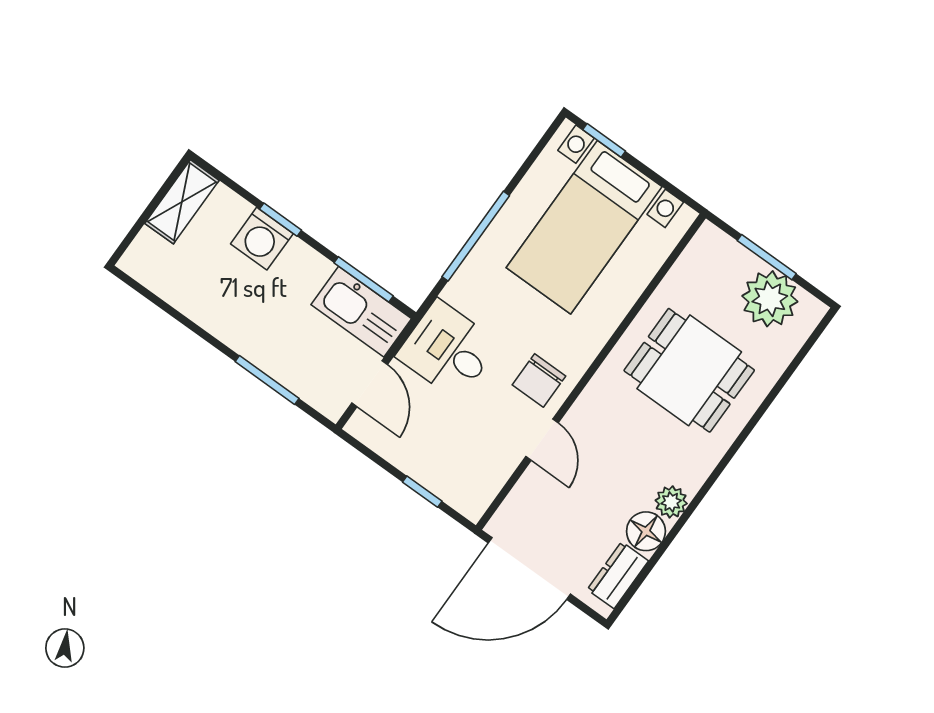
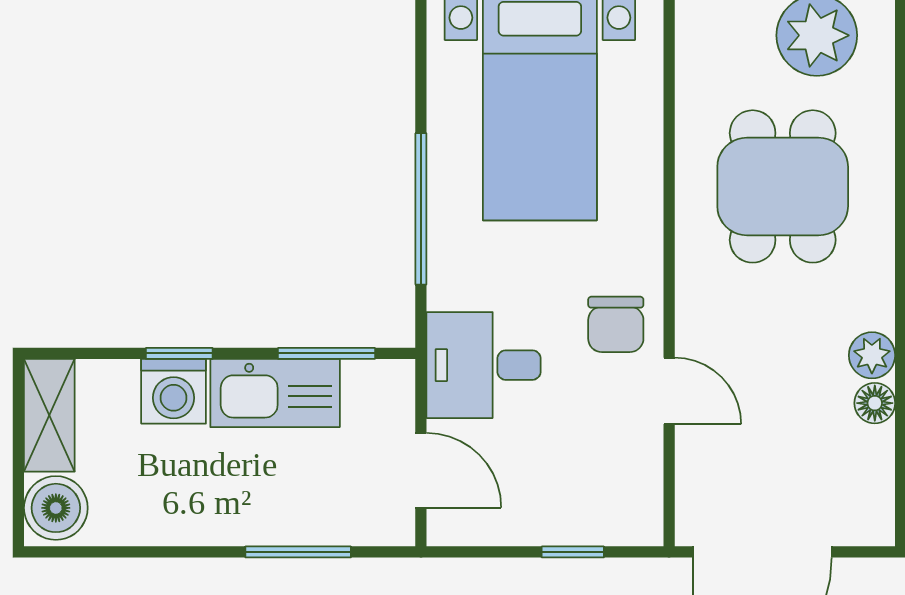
boiler: (148, 257) -> (56, 508), added
kitchen sink: (361, 312) -> (275, 393), moved
dining table: (689, 370) -> (783, 186), turned 90
floor lamp: (646, 531) -> (875, 403), width x0.73, depth x0.73
dresser: (618, 575) -> (871, 486), removed

